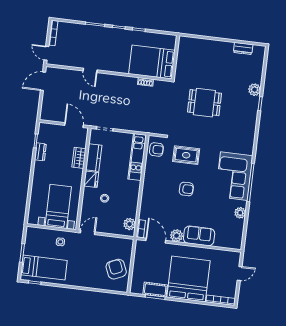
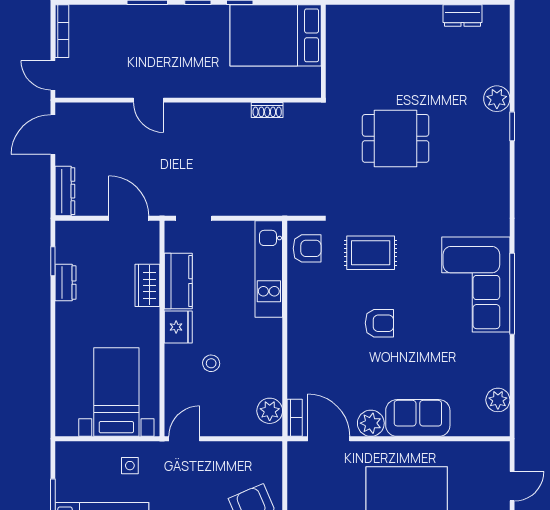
bed: (152, 62) -> (276, 35), moved
dresser: (45, 109) -> (65, 191), added
plant: (240, 213) -> (498, 400), moved

